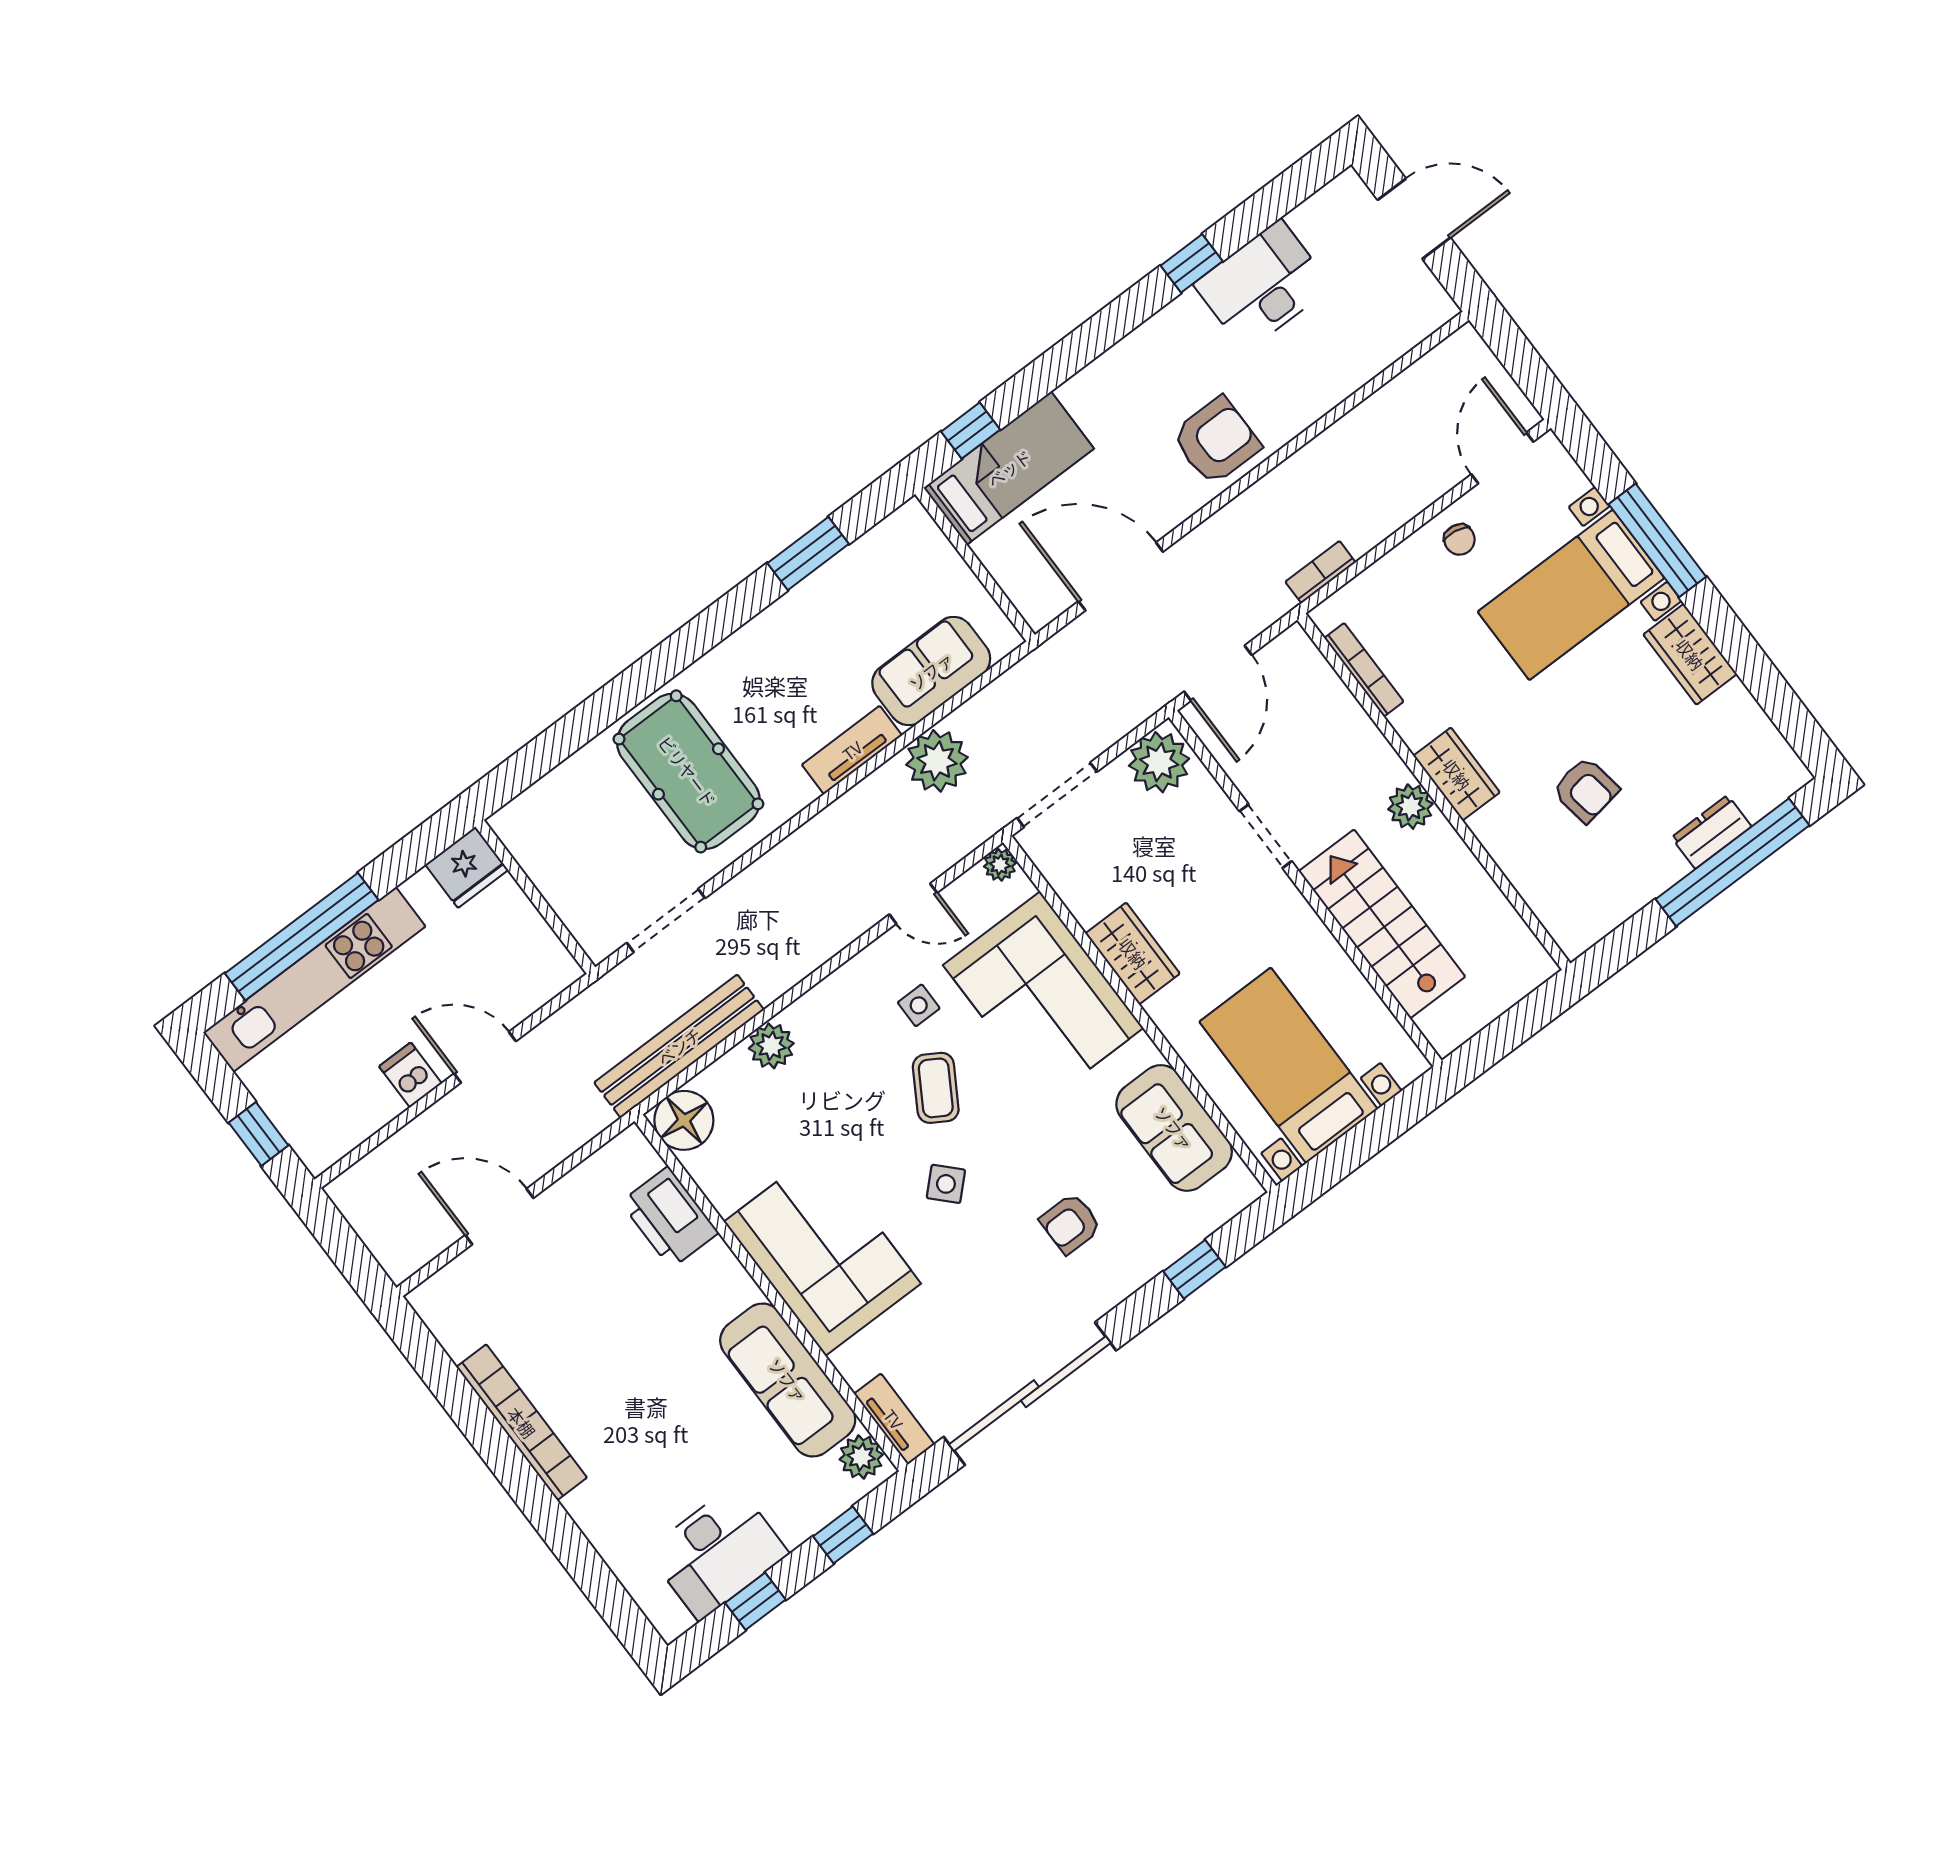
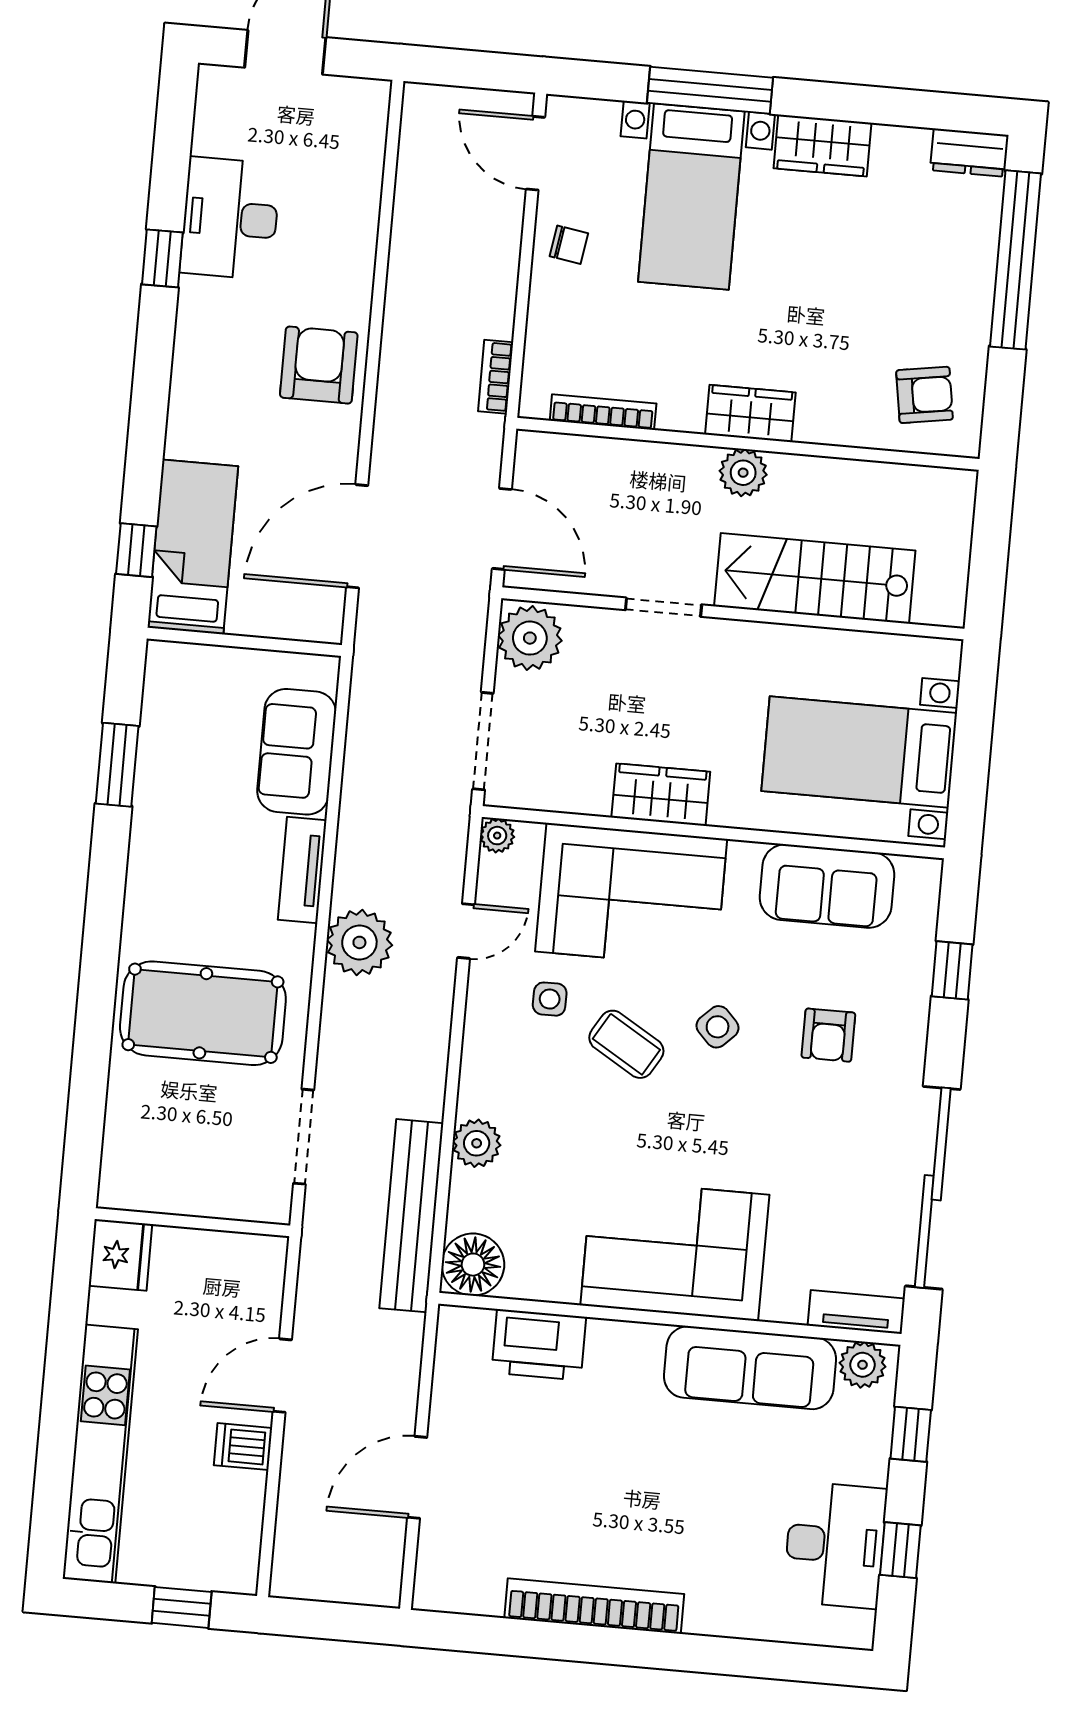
plant: (937, 761) -> (359, 942), moved
armchair: (1586, 790) -> (925, 395), moved
dresser: (1711, 832) -> (969, 153), moved, turned -90
window: (302, 937) -> (58, 1433), removed
side table: (946, 1184) -> (718, 1027), moved

